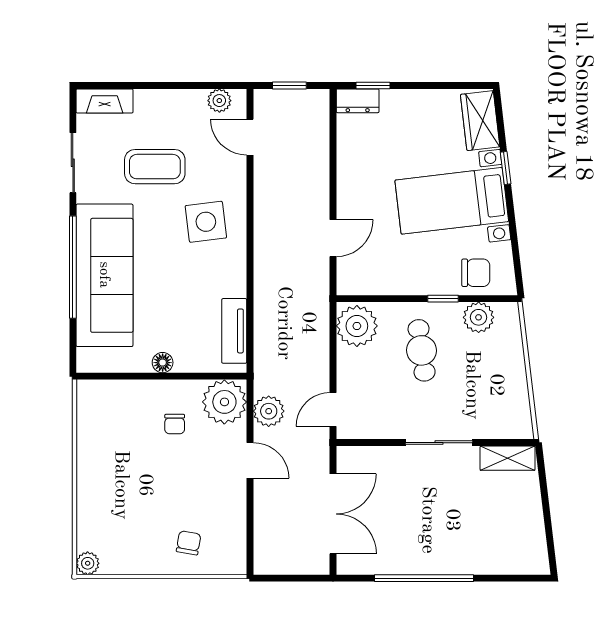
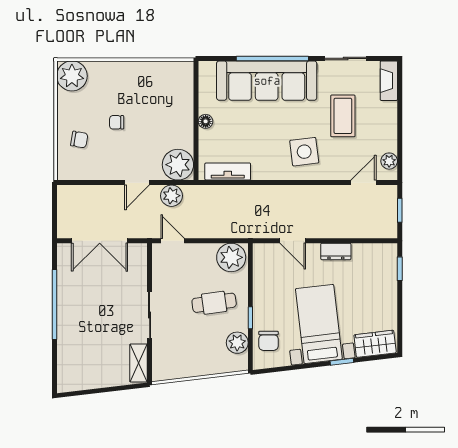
dresser: (358, 101) -> (336, 251), moved, turned -90
chair: (175, 424) -> (117, 122), moved
plant: (88, 563) -> (72, 76), width x1.88, depth x1.88

